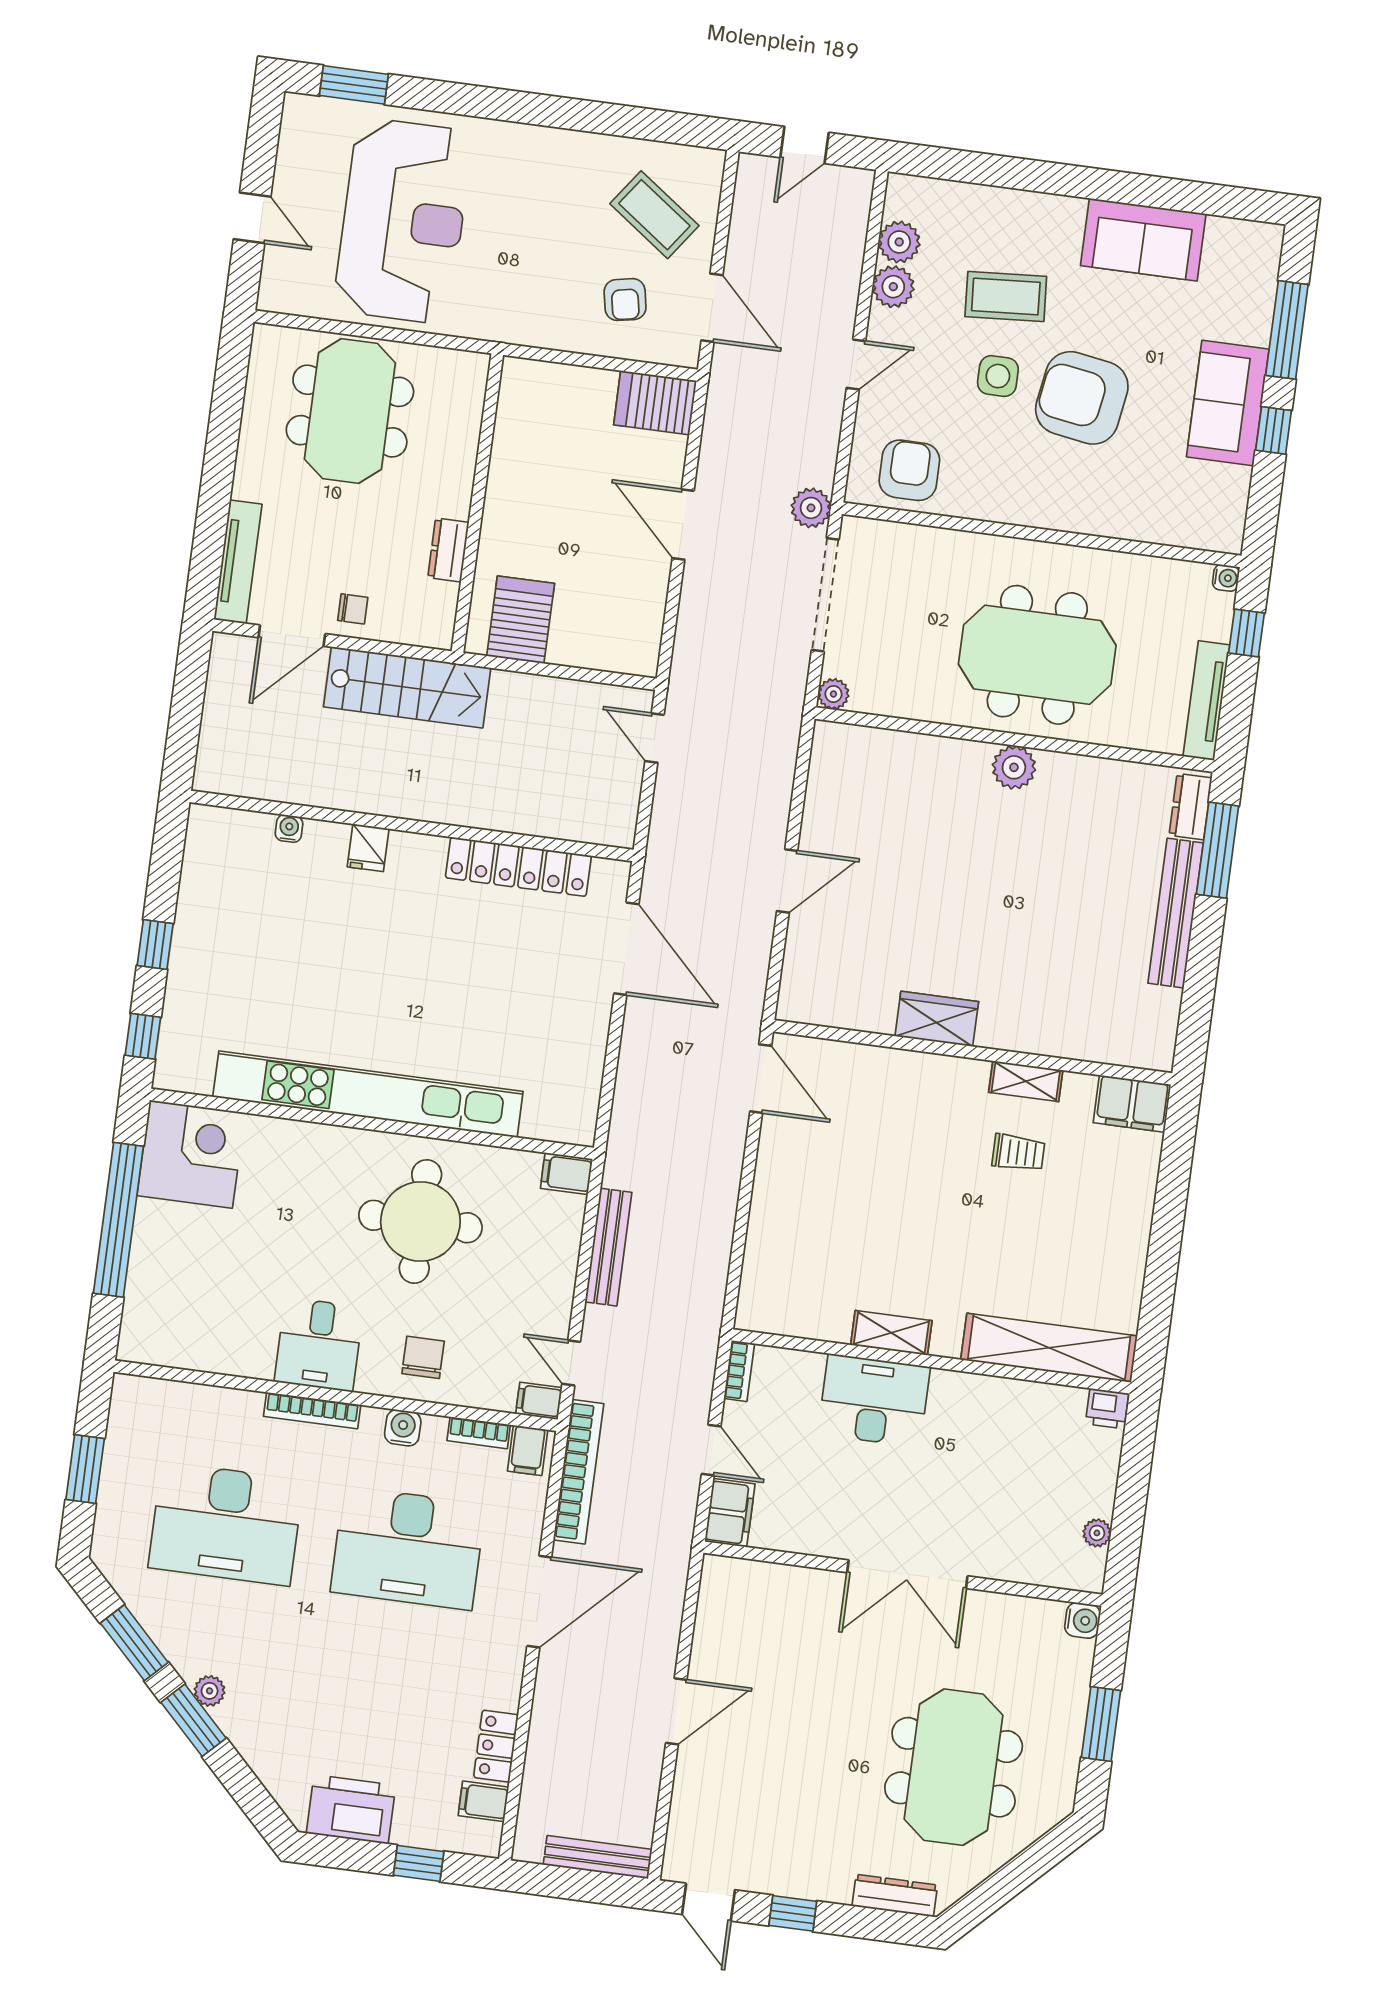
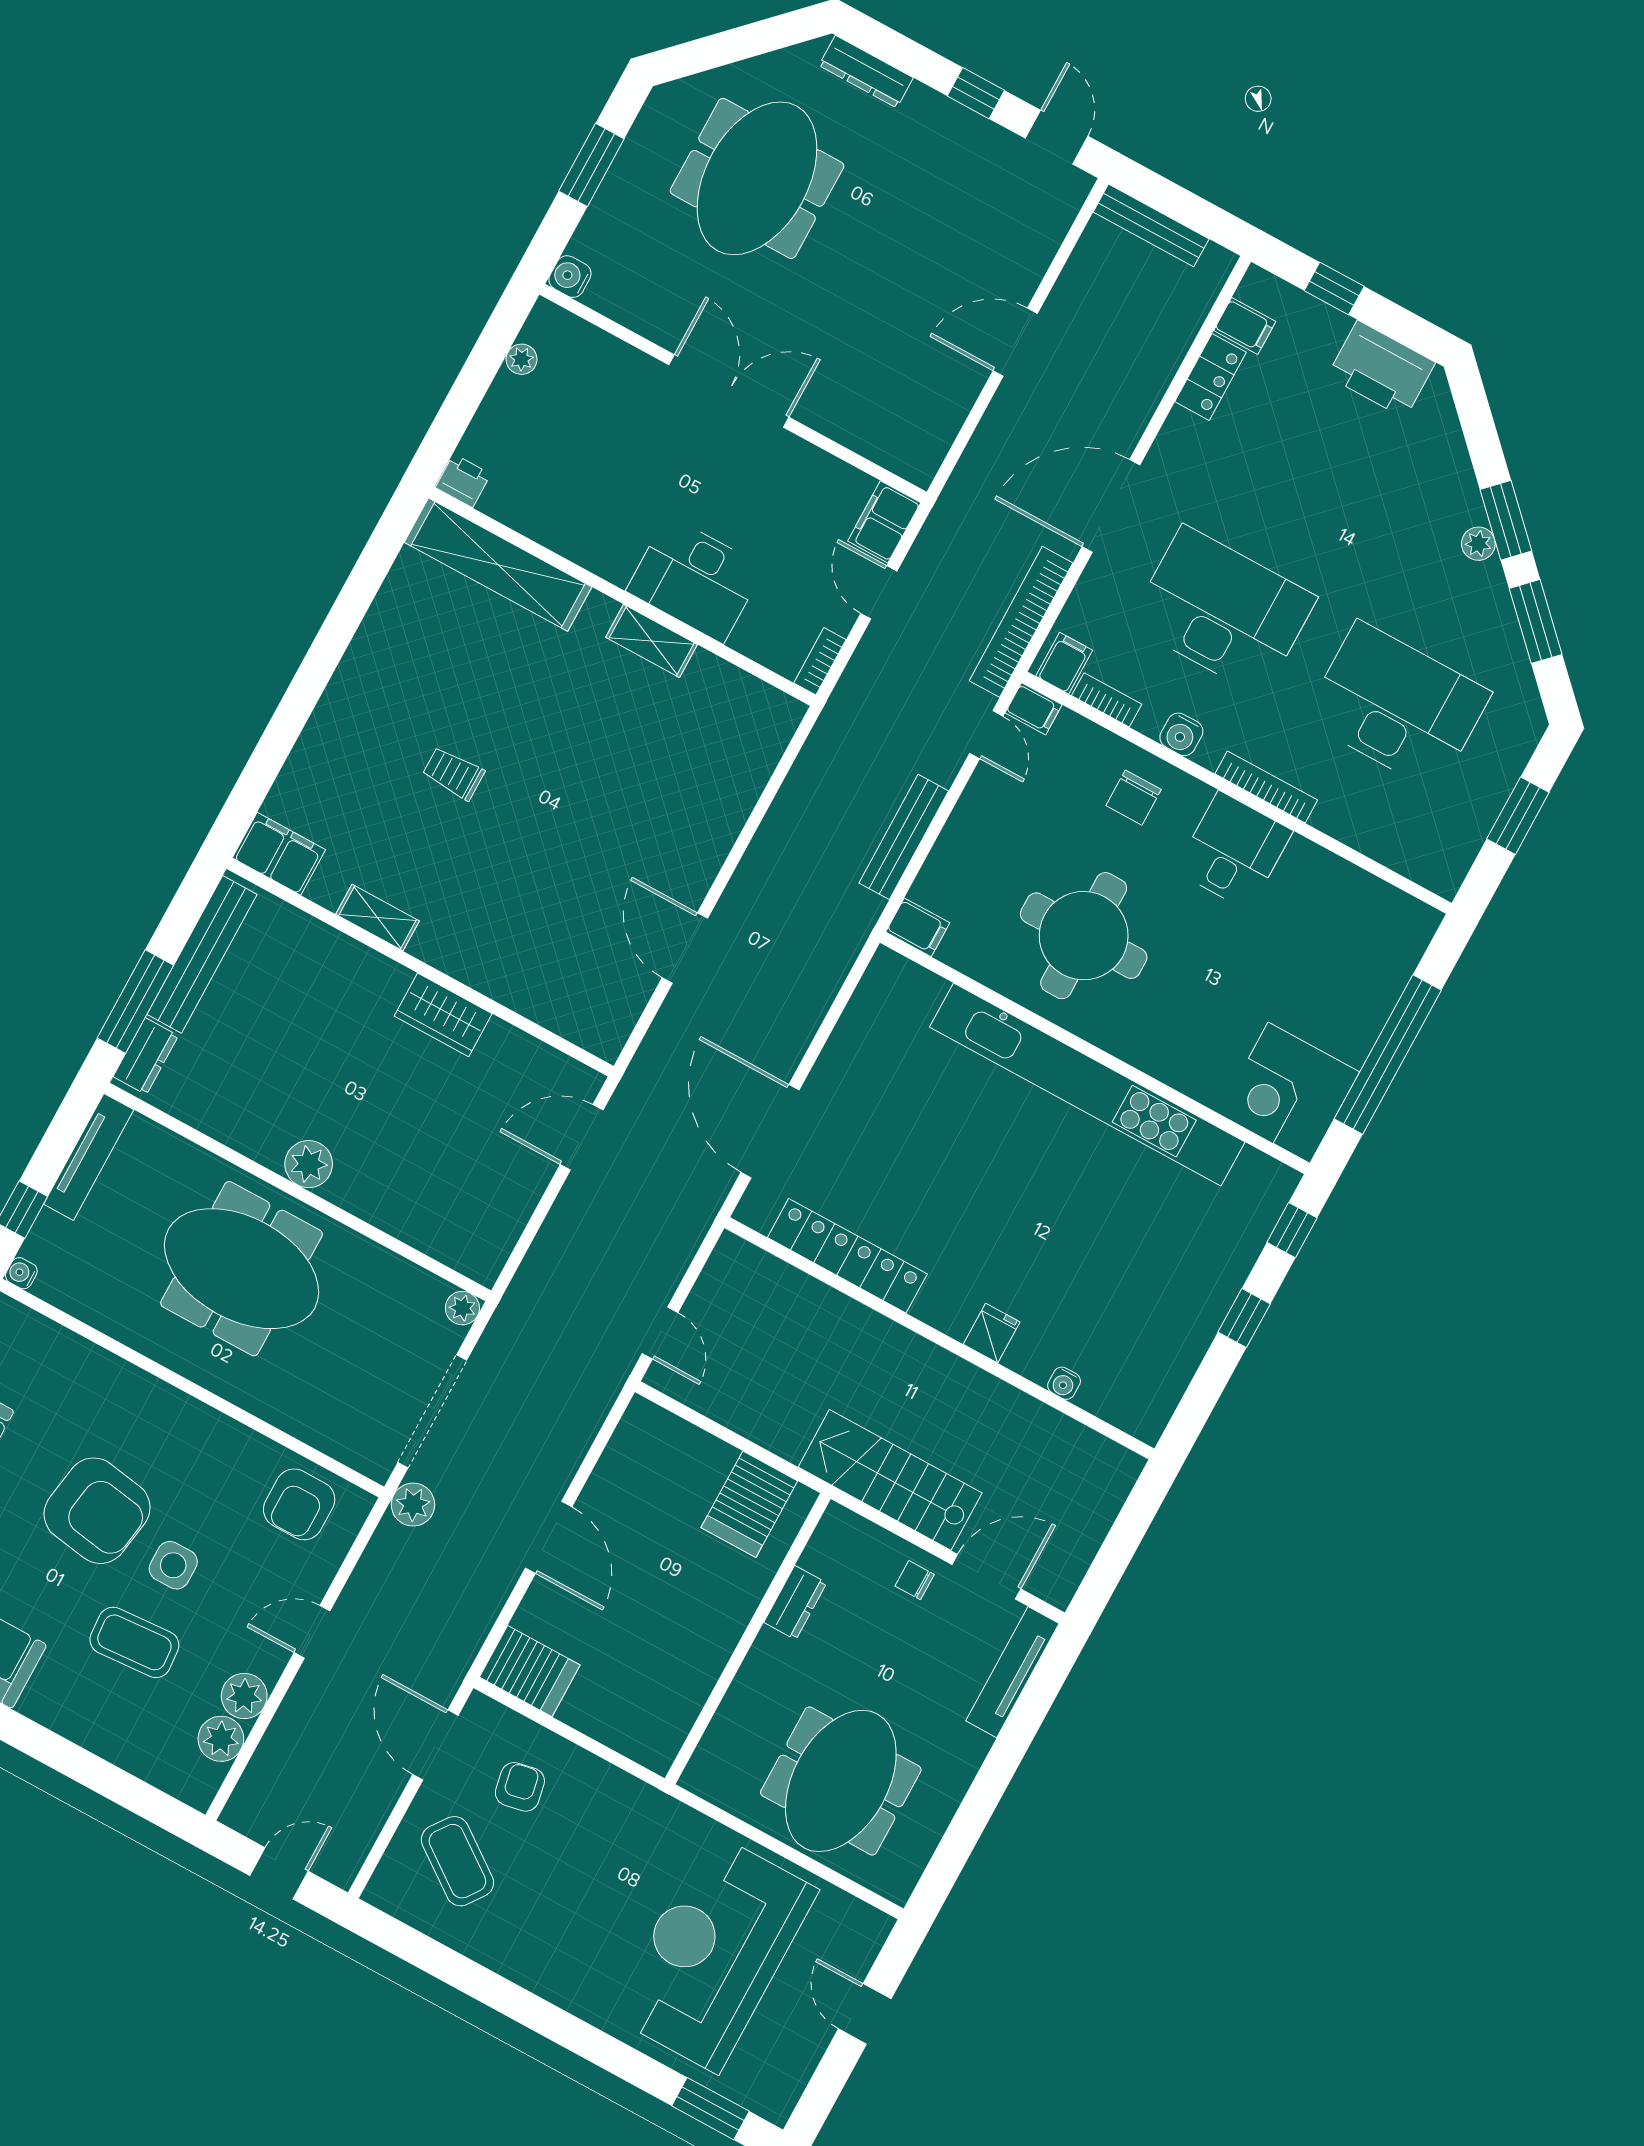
wardrobe: (937, 1019) -> (443, 1015), moved
wall: (973, 1052) -> (420, 967), moved
shelving: (1026, 1081) -> (377, 918), moved
filing cabinet: (1132, 1104) -> (279, 854), moved

